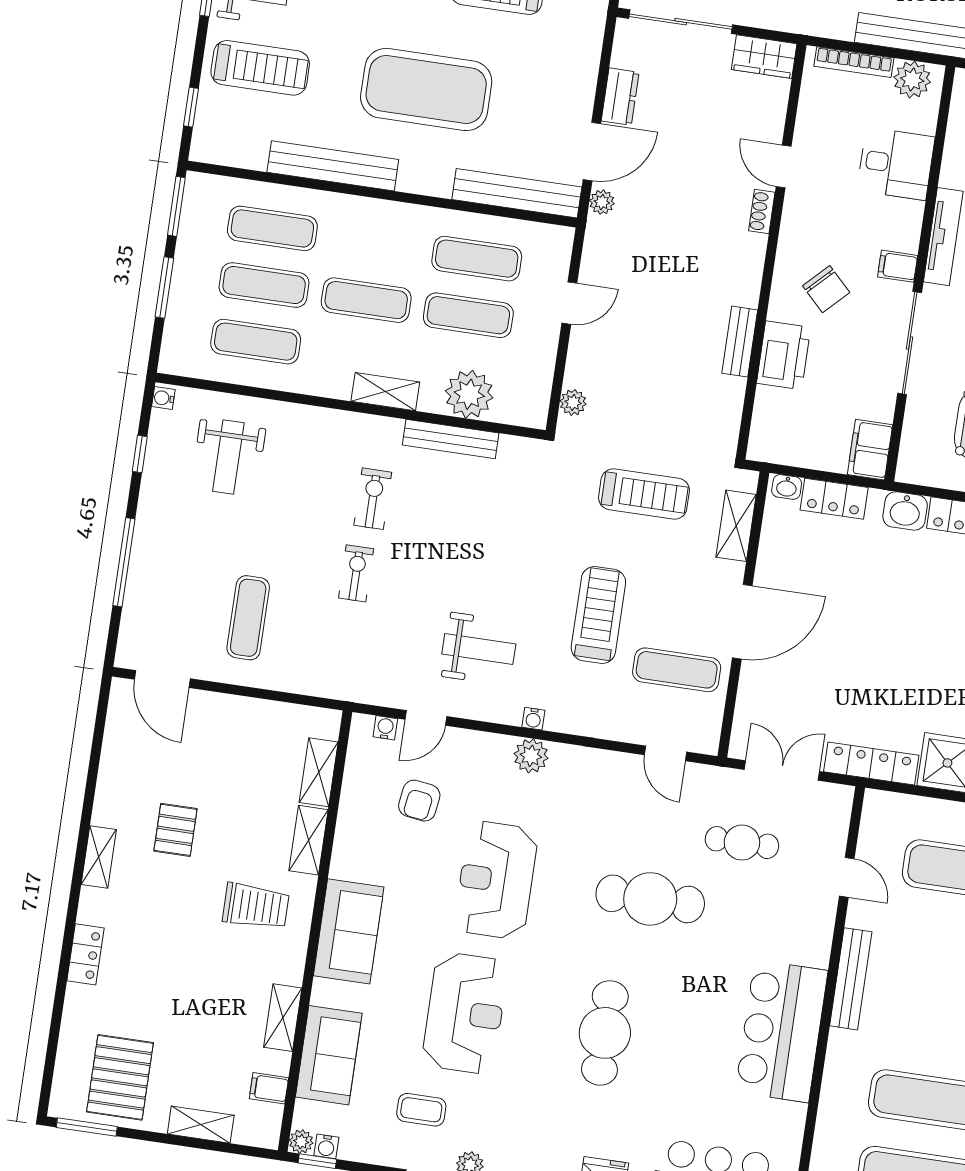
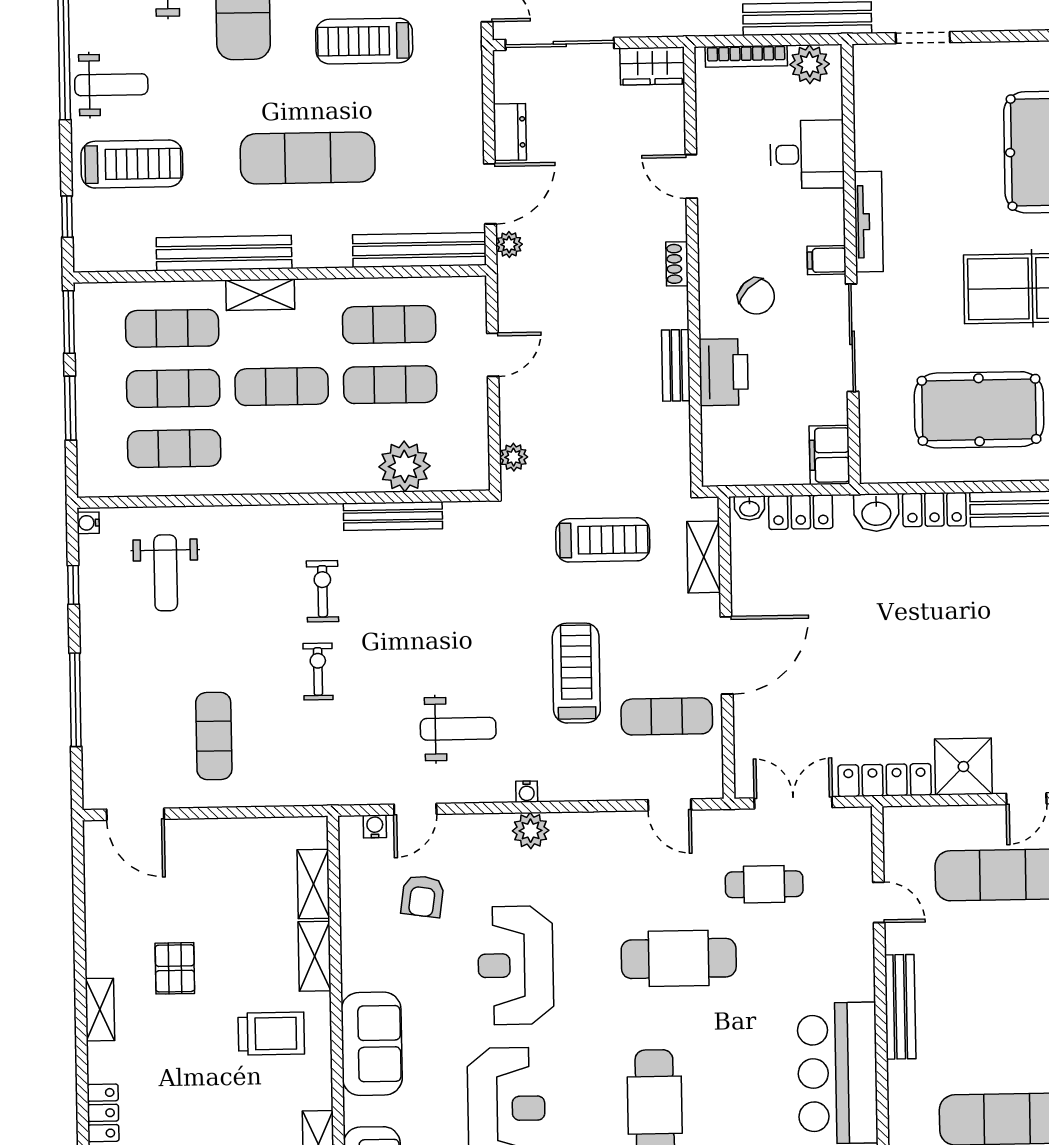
exercise mat: (426, 89) -> (308, 158), width x0.68
shoe rack: (762, 212) -> (677, 264), moved
shelving: (385, 392) -> (260, 295), moved

